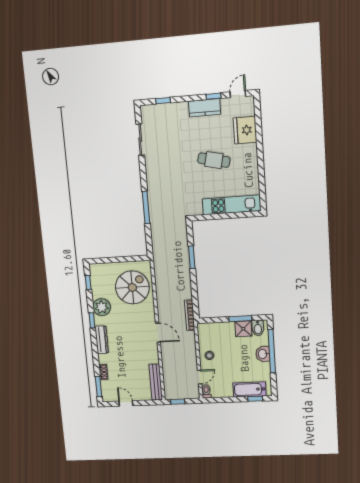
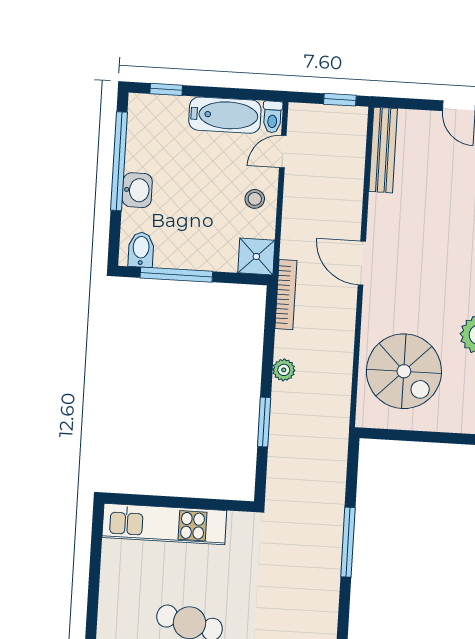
plant: (186, 282) -> (284, 370), added
spiral stairs: (132, 287) -> (404, 371), turned -90
window: (240, 319) -> (176, 275), width x1.44
shower: (243, 329) -> (256, 256), moved
window: (272, 351) -> (119, 161), moved
bathtub: (250, 389) -> (225, 115), moved

